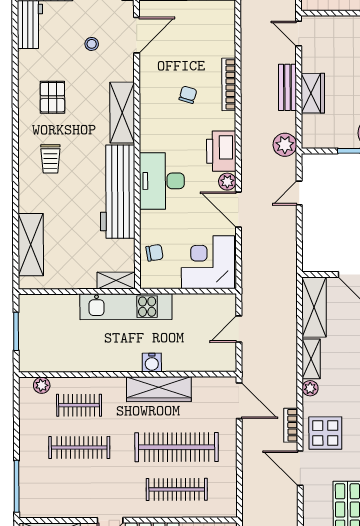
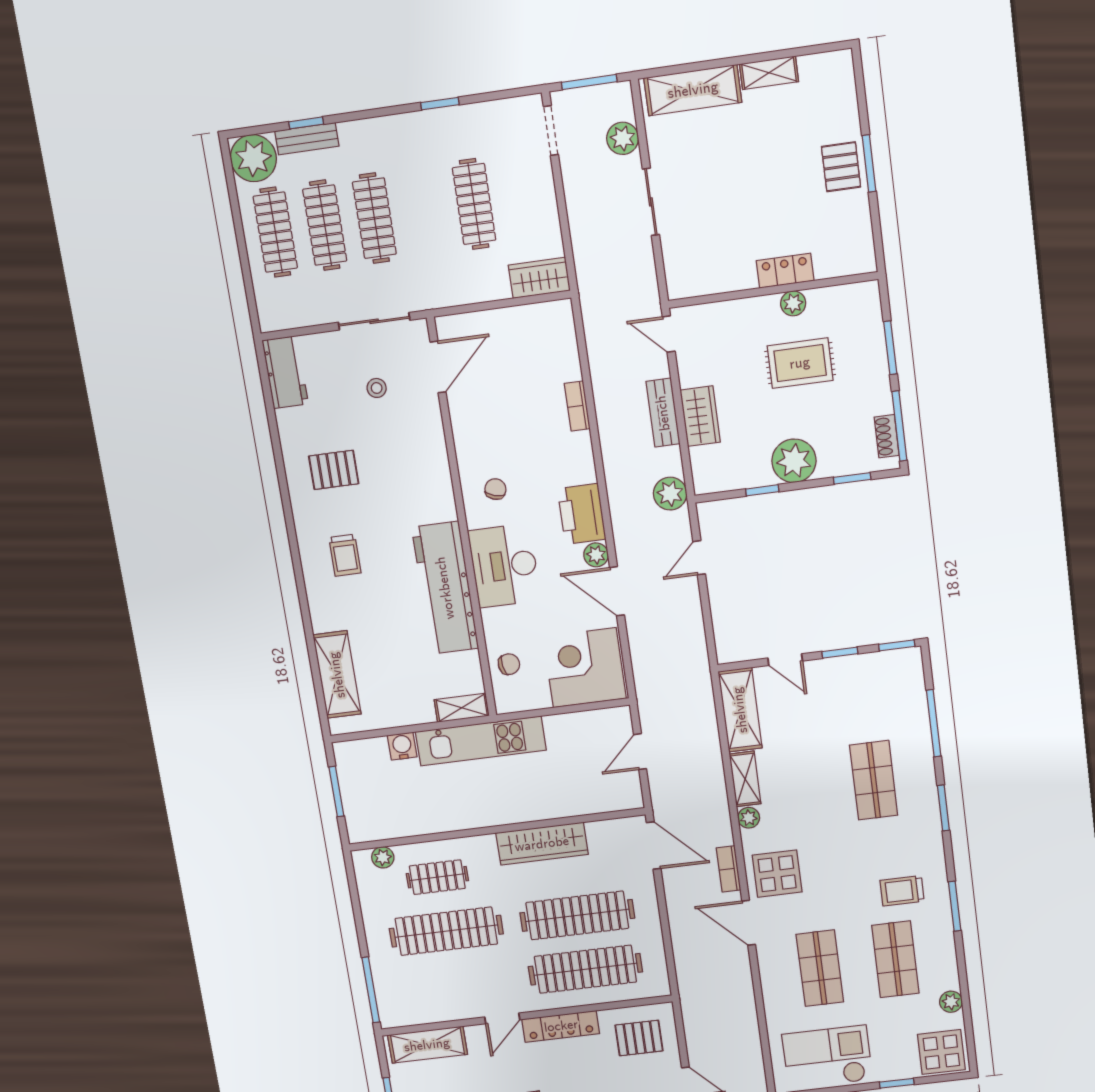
bookcase: (229, 84) -> (577, 406), width x0.64
chair: (188, 95) -> (495, 489), moved
pallet: (52, 97) -> (334, 470), turned 90
shelving: (122, 113) -> (435, 479), removed
water cooler: (152, 362) -> (402, 746), moved, turned 180
clothes rail: (79, 447) -> (446, 931), width x1.37, depth x1.31
clothes rail: (177, 489) -> (585, 969), width x1.37, depth x1.31

